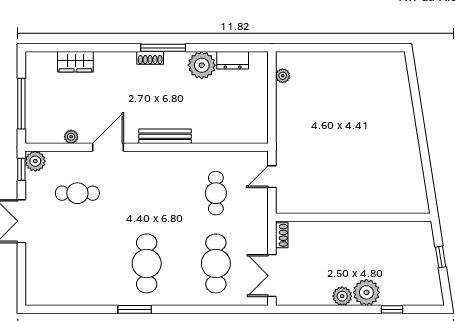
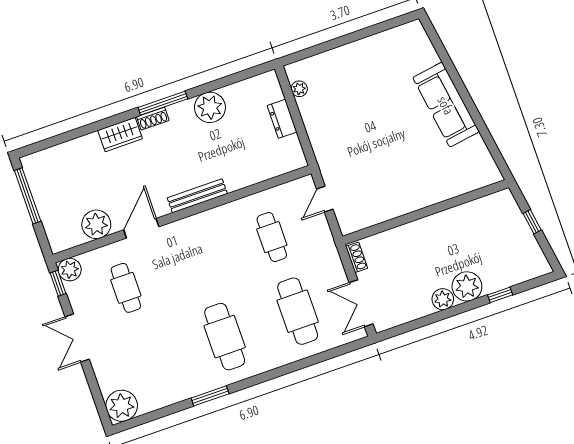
dresser: (233, 60) -> (282, 119), moved, turned 90
wardrobe: (75, 62) -> (120, 135), moved
window: (21, 104) -> (28, 196), moved
sofa: (402, 132) -> (446, 105), added
plant: (71, 137) -> (96, 224), width x1.88, depth x1.88
cafe table: (77, 193) -> (126, 288), turned 90
plant: (39, 292) -> (122, 406), added
window: (135, 309) -> (210, 396), moved

